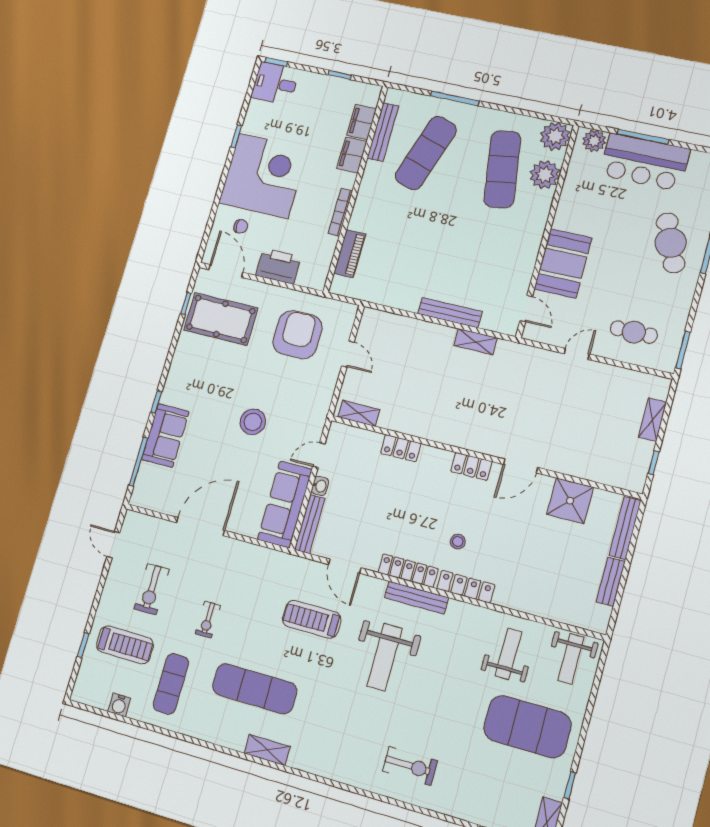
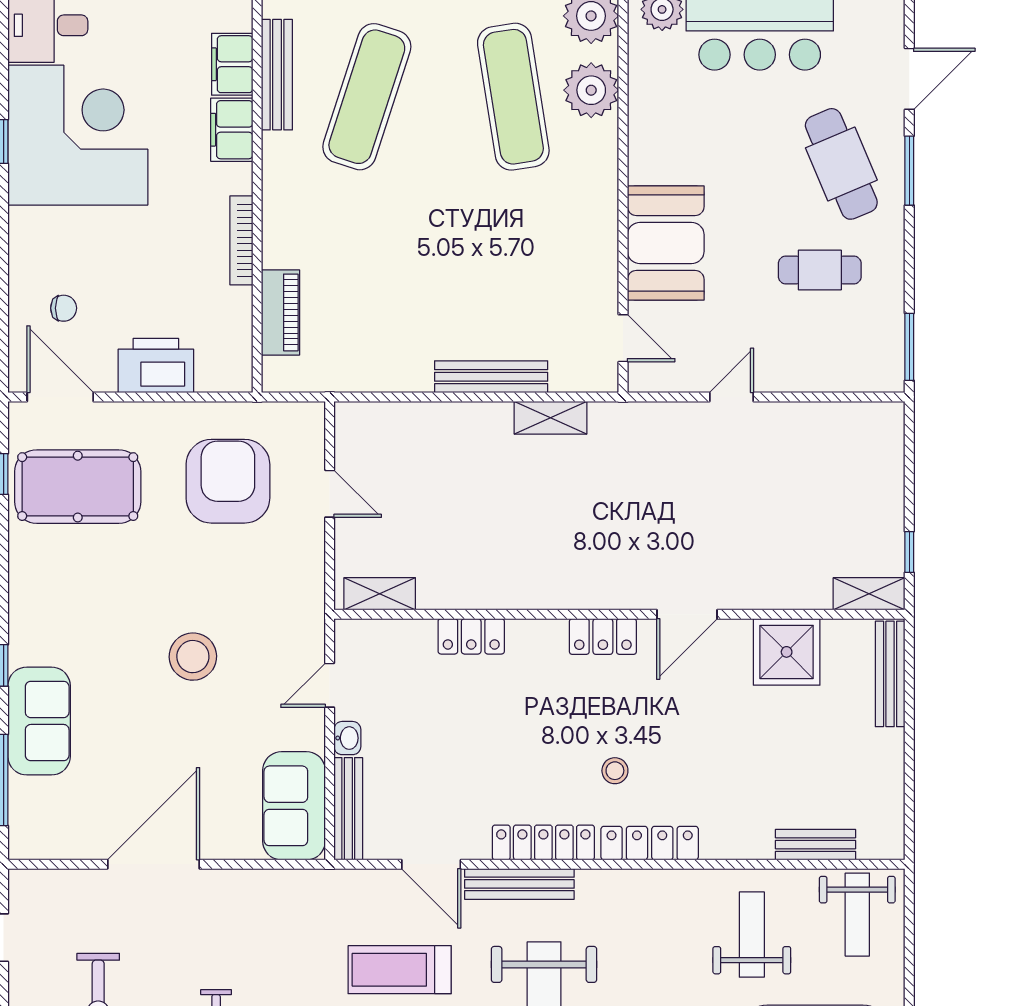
corner desk: (263, 176) -> (78, 135), moved
cafe table: (634, 332) -> (820, 270), moved
shelving: (652, 420) -> (869, 594), moved, turned 90
sofa: (285, 504) -> (294, 806), width x0.73
bench: (611, 582) -> (816, 845), moved, turned 90
bench: (416, 598) -> (519, 884), moved

